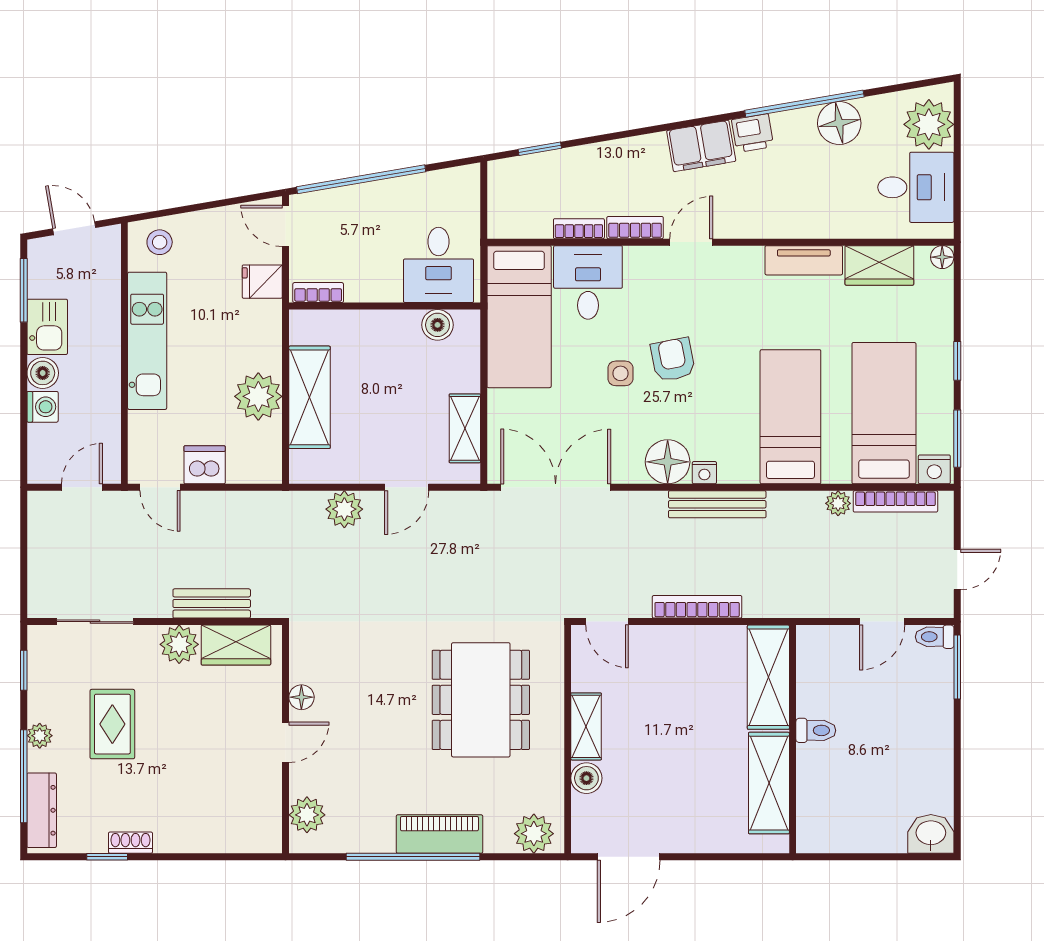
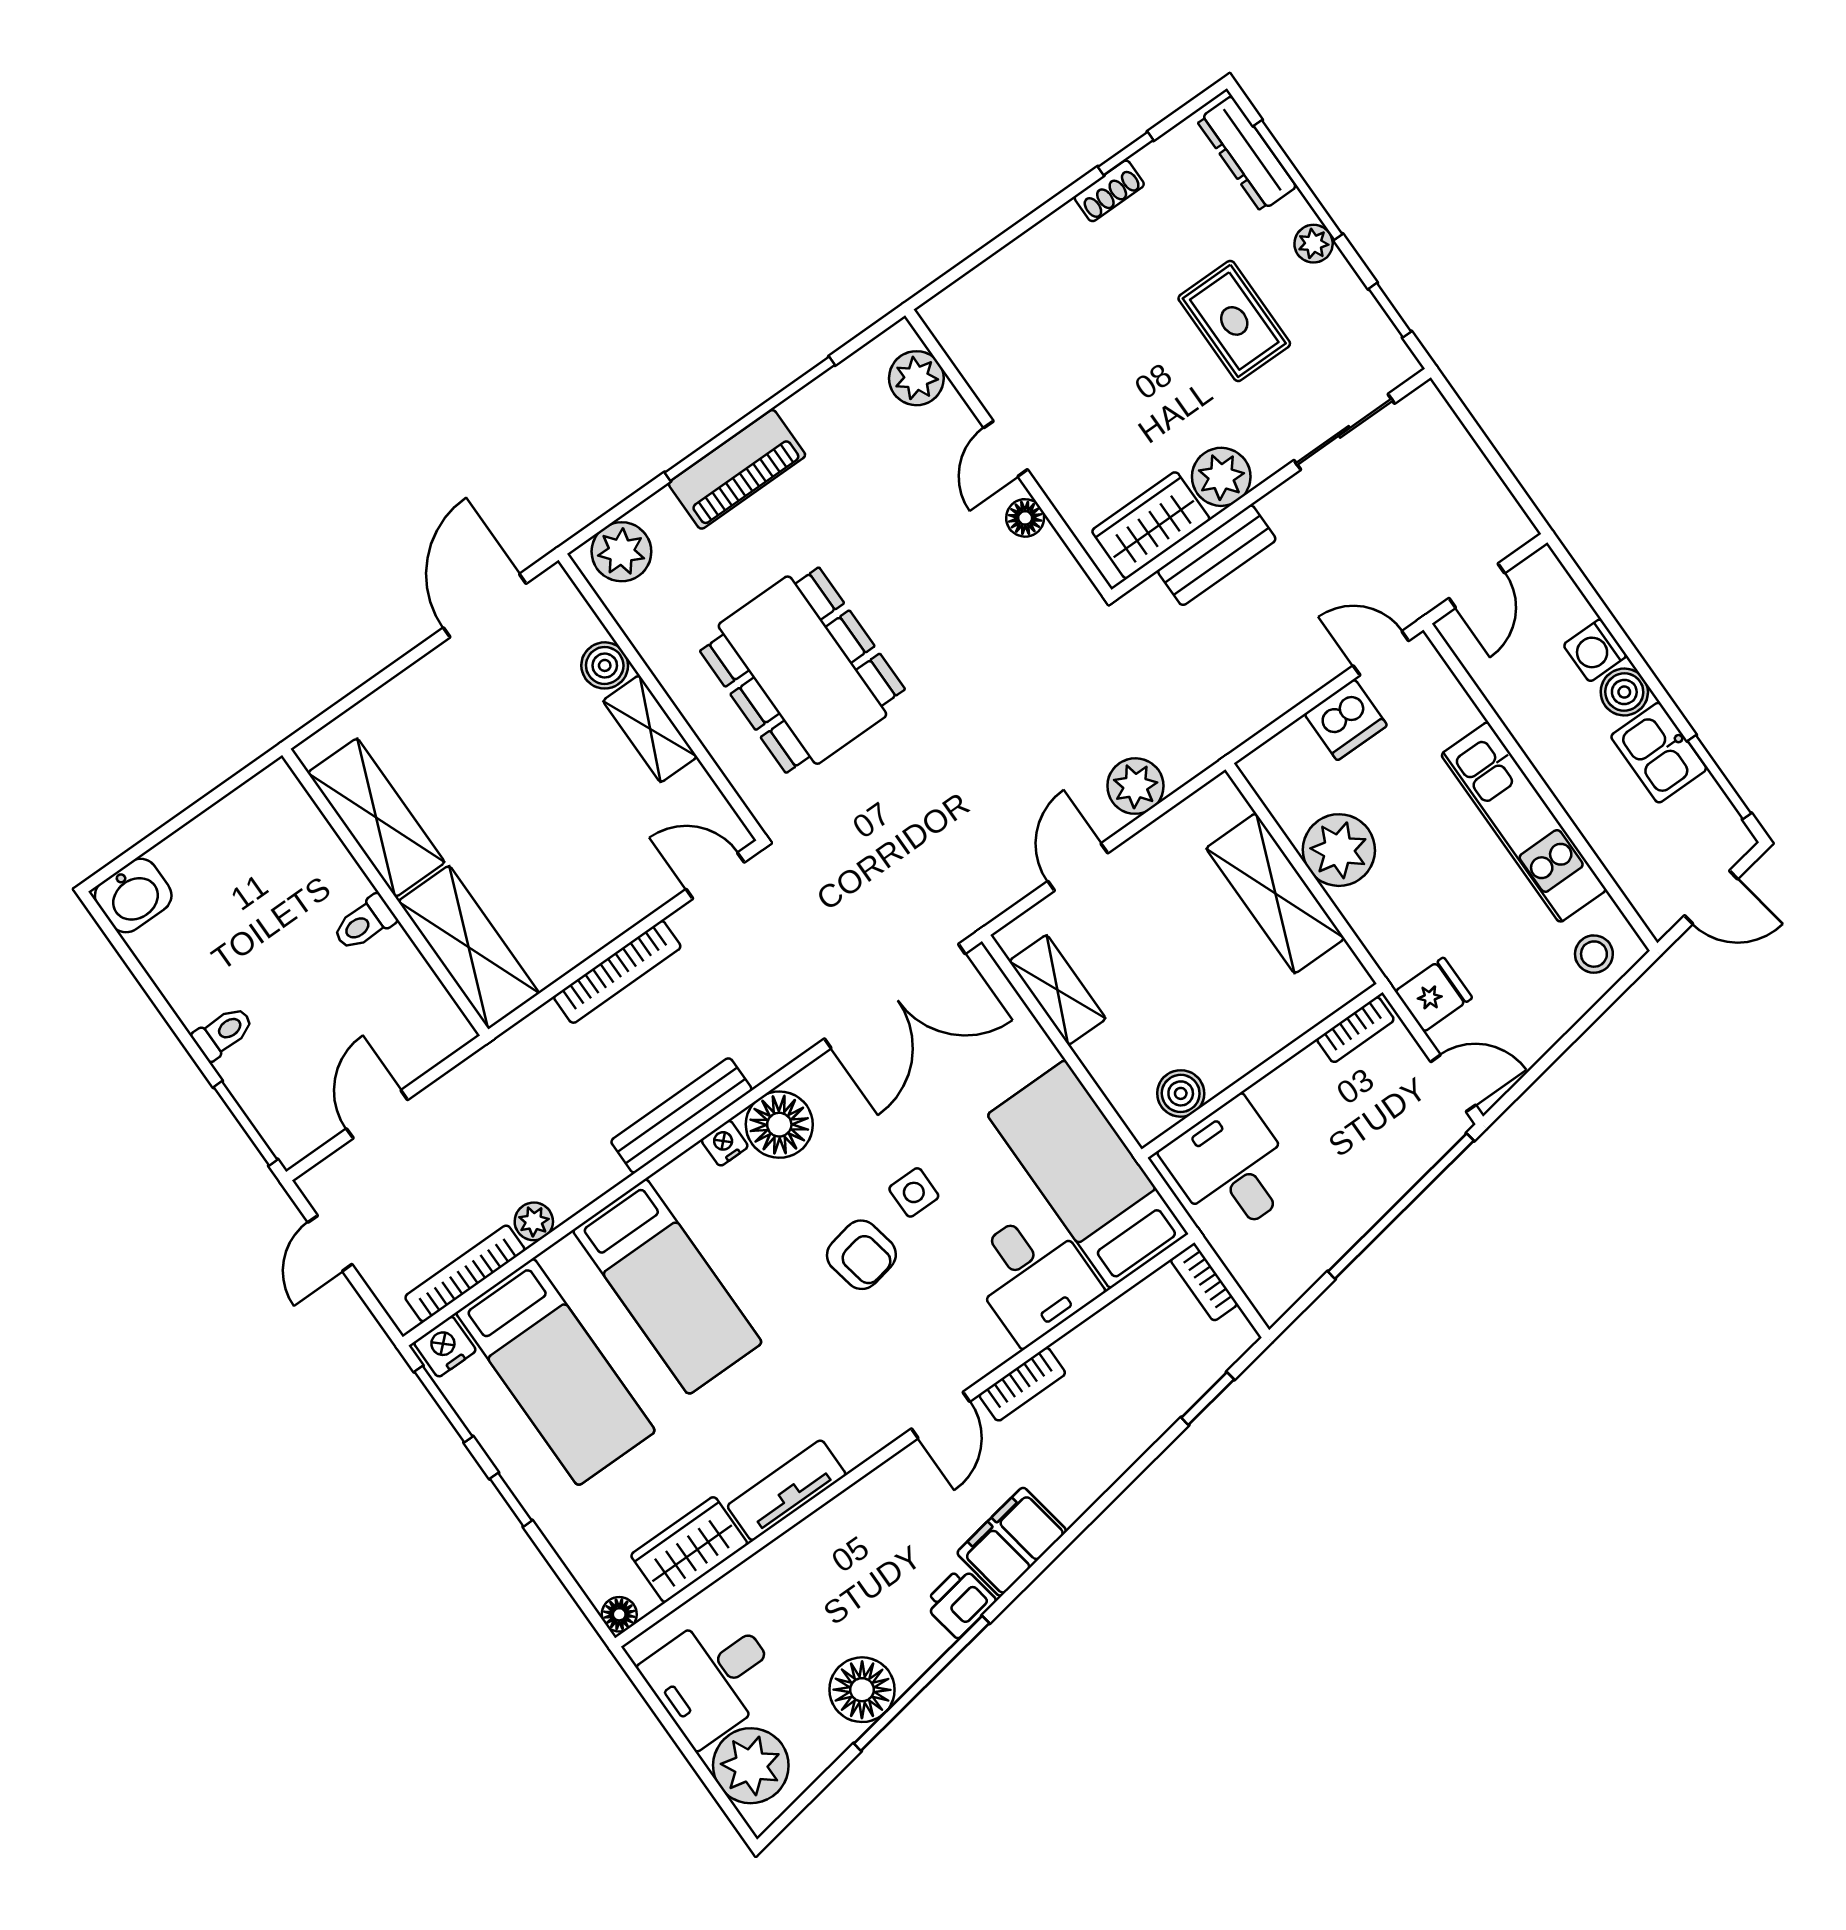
bookcase: (579, 229) -> (1204, 1282), moved, turned 90
toilet: (935, 637) -> (223, 1033), moved

